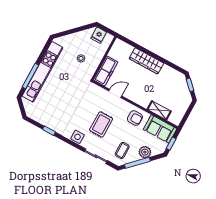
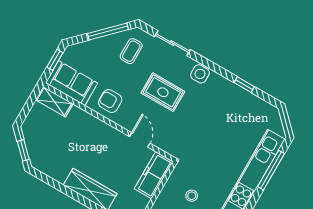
door: (115, 93) -> (140, 140), swing flipped
shelving: (159, 110) -> (54, 102), moved
rug: (101, 124) -> (163, 92), turned 90
plant: (145, 152) -> (96, 48), removed

